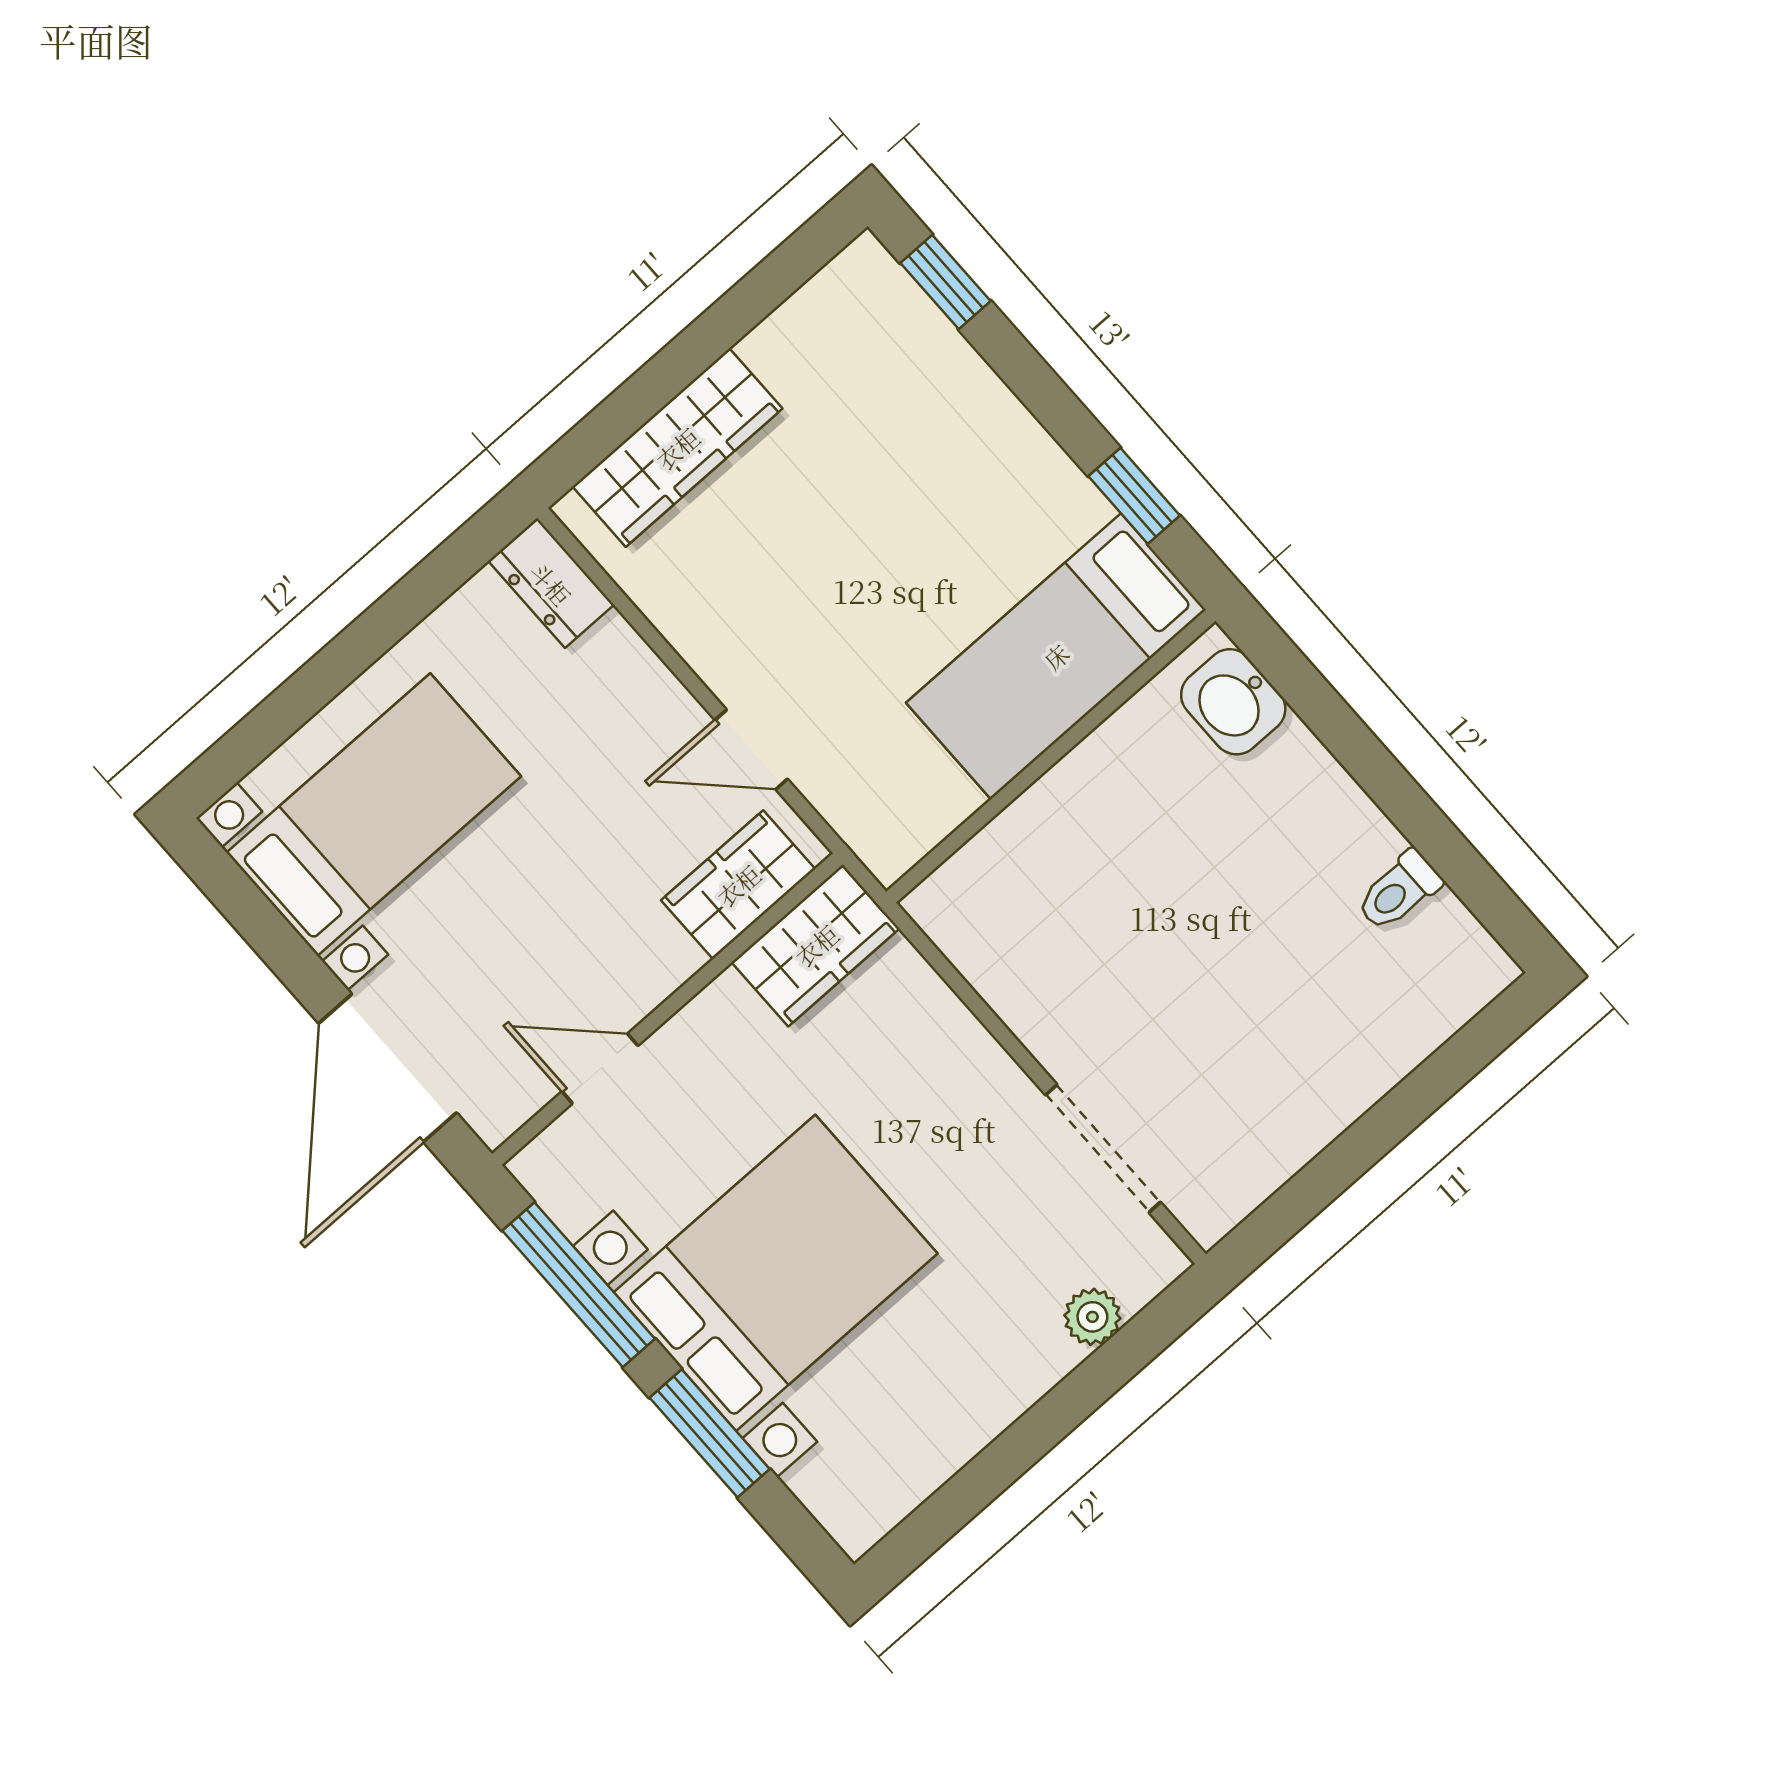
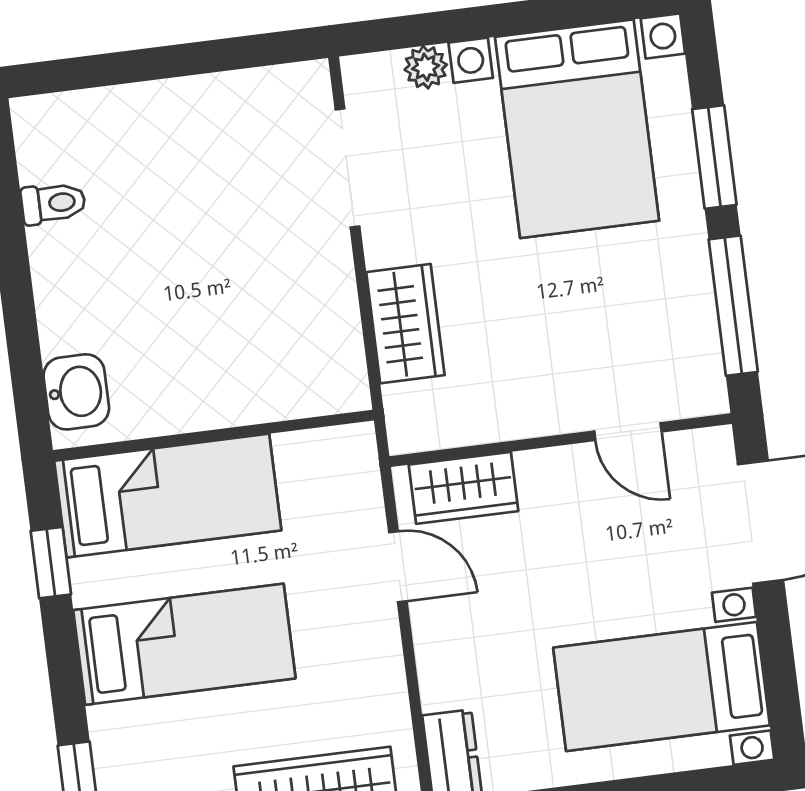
bed: (927, 506) -> (184, 644), added
wardrobe: (816, 945) -> (405, 324), moved, turned 90
bed with nightstands: (776, 1273) -> (577, 129), moved, turned -90

